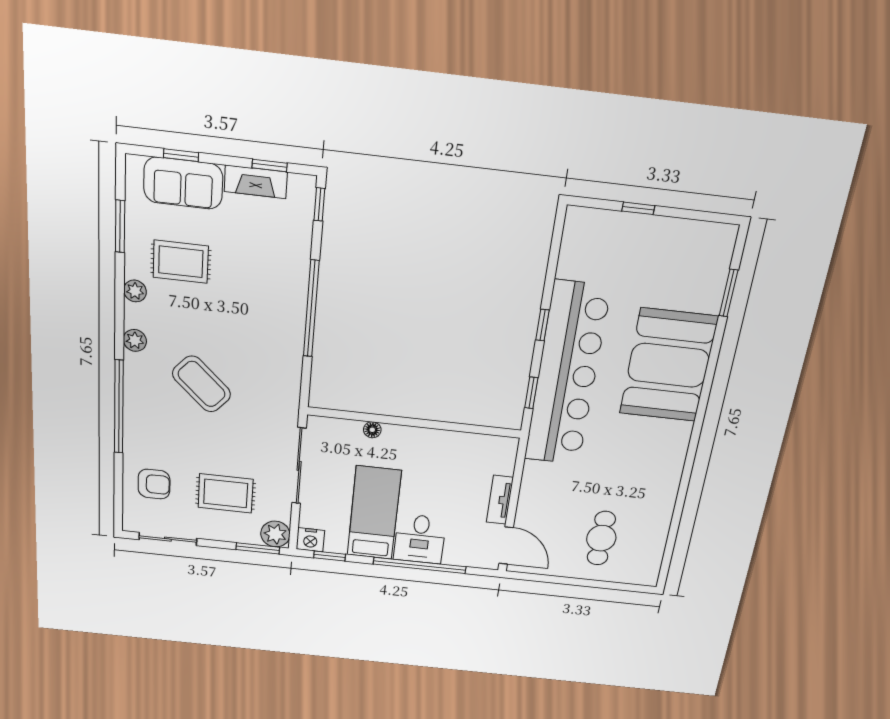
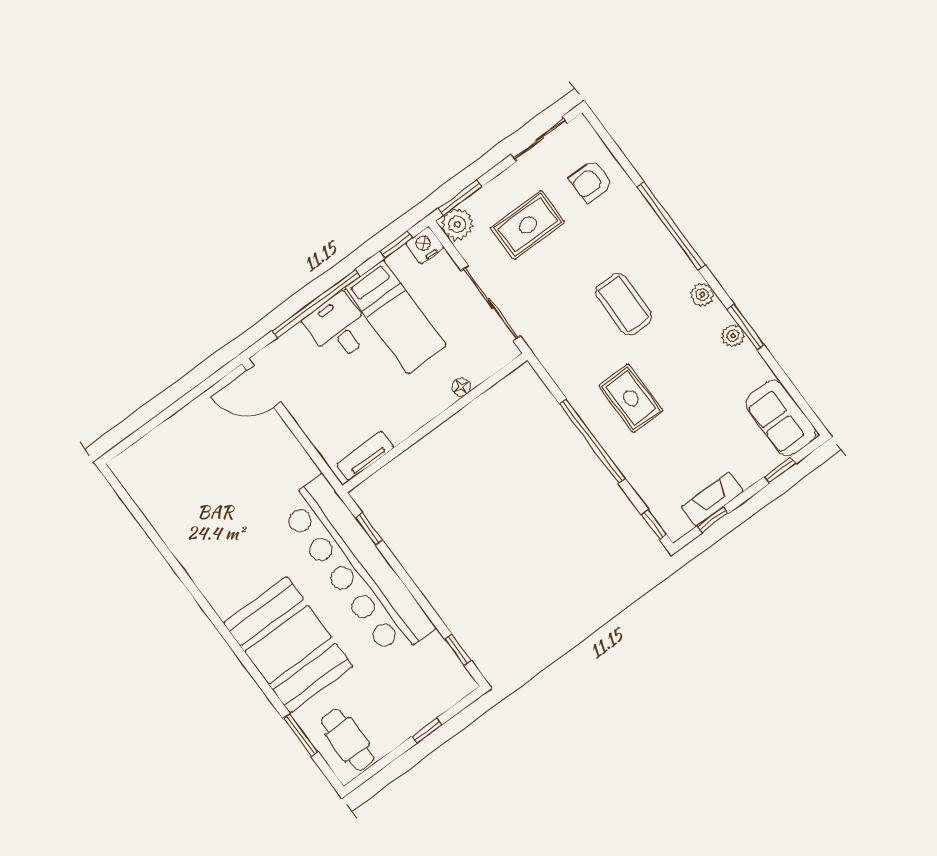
sofa: (183, 183) -> (781, 418), moved, turned -90
window: (120, 226) -> (746, 327), moved
rug: (181, 262) -> (631, 398), moved, turned 90
window: (542, 325) -> (458, 650), moved
coffee table: (202, 384) -> (624, 304), turned 47
tv unit: (500, 500) -> (365, 456), moved, turned -90
cafe table: (601, 538) -> (348, 740), moved

